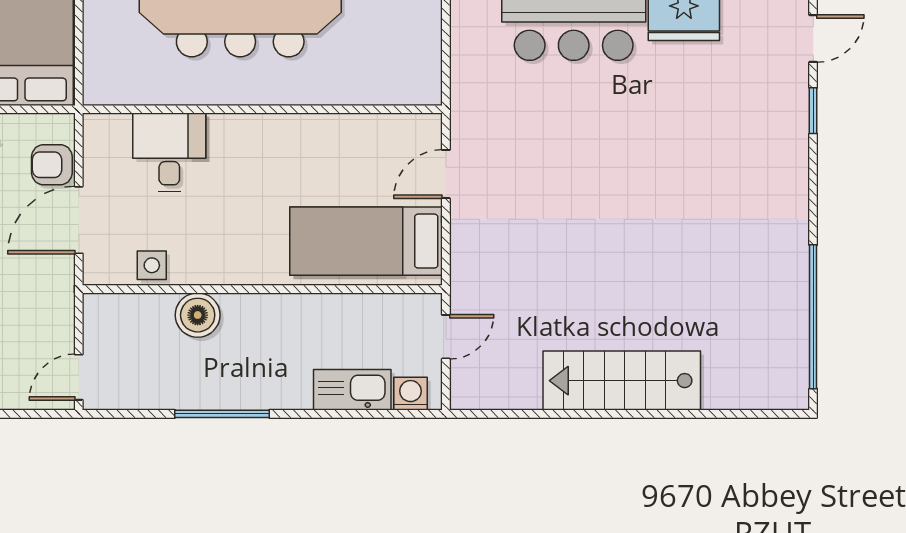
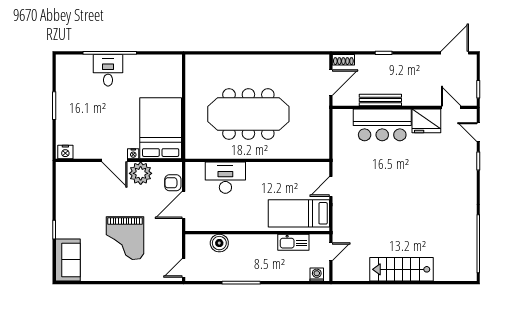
door: (813, 38) -> (478, 132), swing flipped
desk: (169, 152) -> (225, 178), width x1.37
side table: (152, 265) -> (213, 223), removed
boiler: (198, 315) -> (219, 243), moved
kitchen sink: (352, 390) -> (293, 242), moved, turned 180

